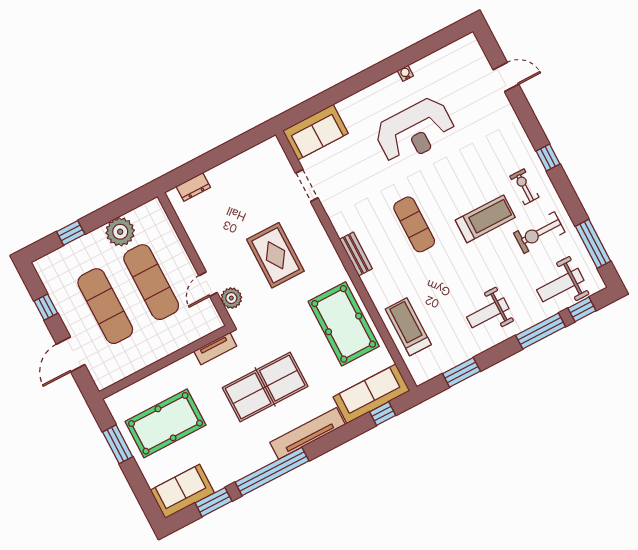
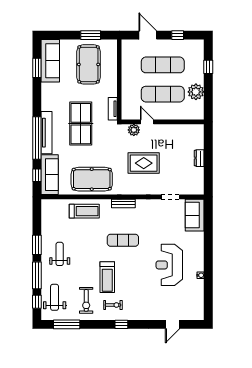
dresser: (193, 187) -> (199, 158), moved
exercise bike: (539, 233) -> (86, 300), turned 180
treadmill: (408, 327) -> (84, 211), moved
window: (461, 372) -> (37, 245), moved
window: (272, 471) -> (37, 138), moved
sofa: (182, 491) -> (50, 61), width x1.36

